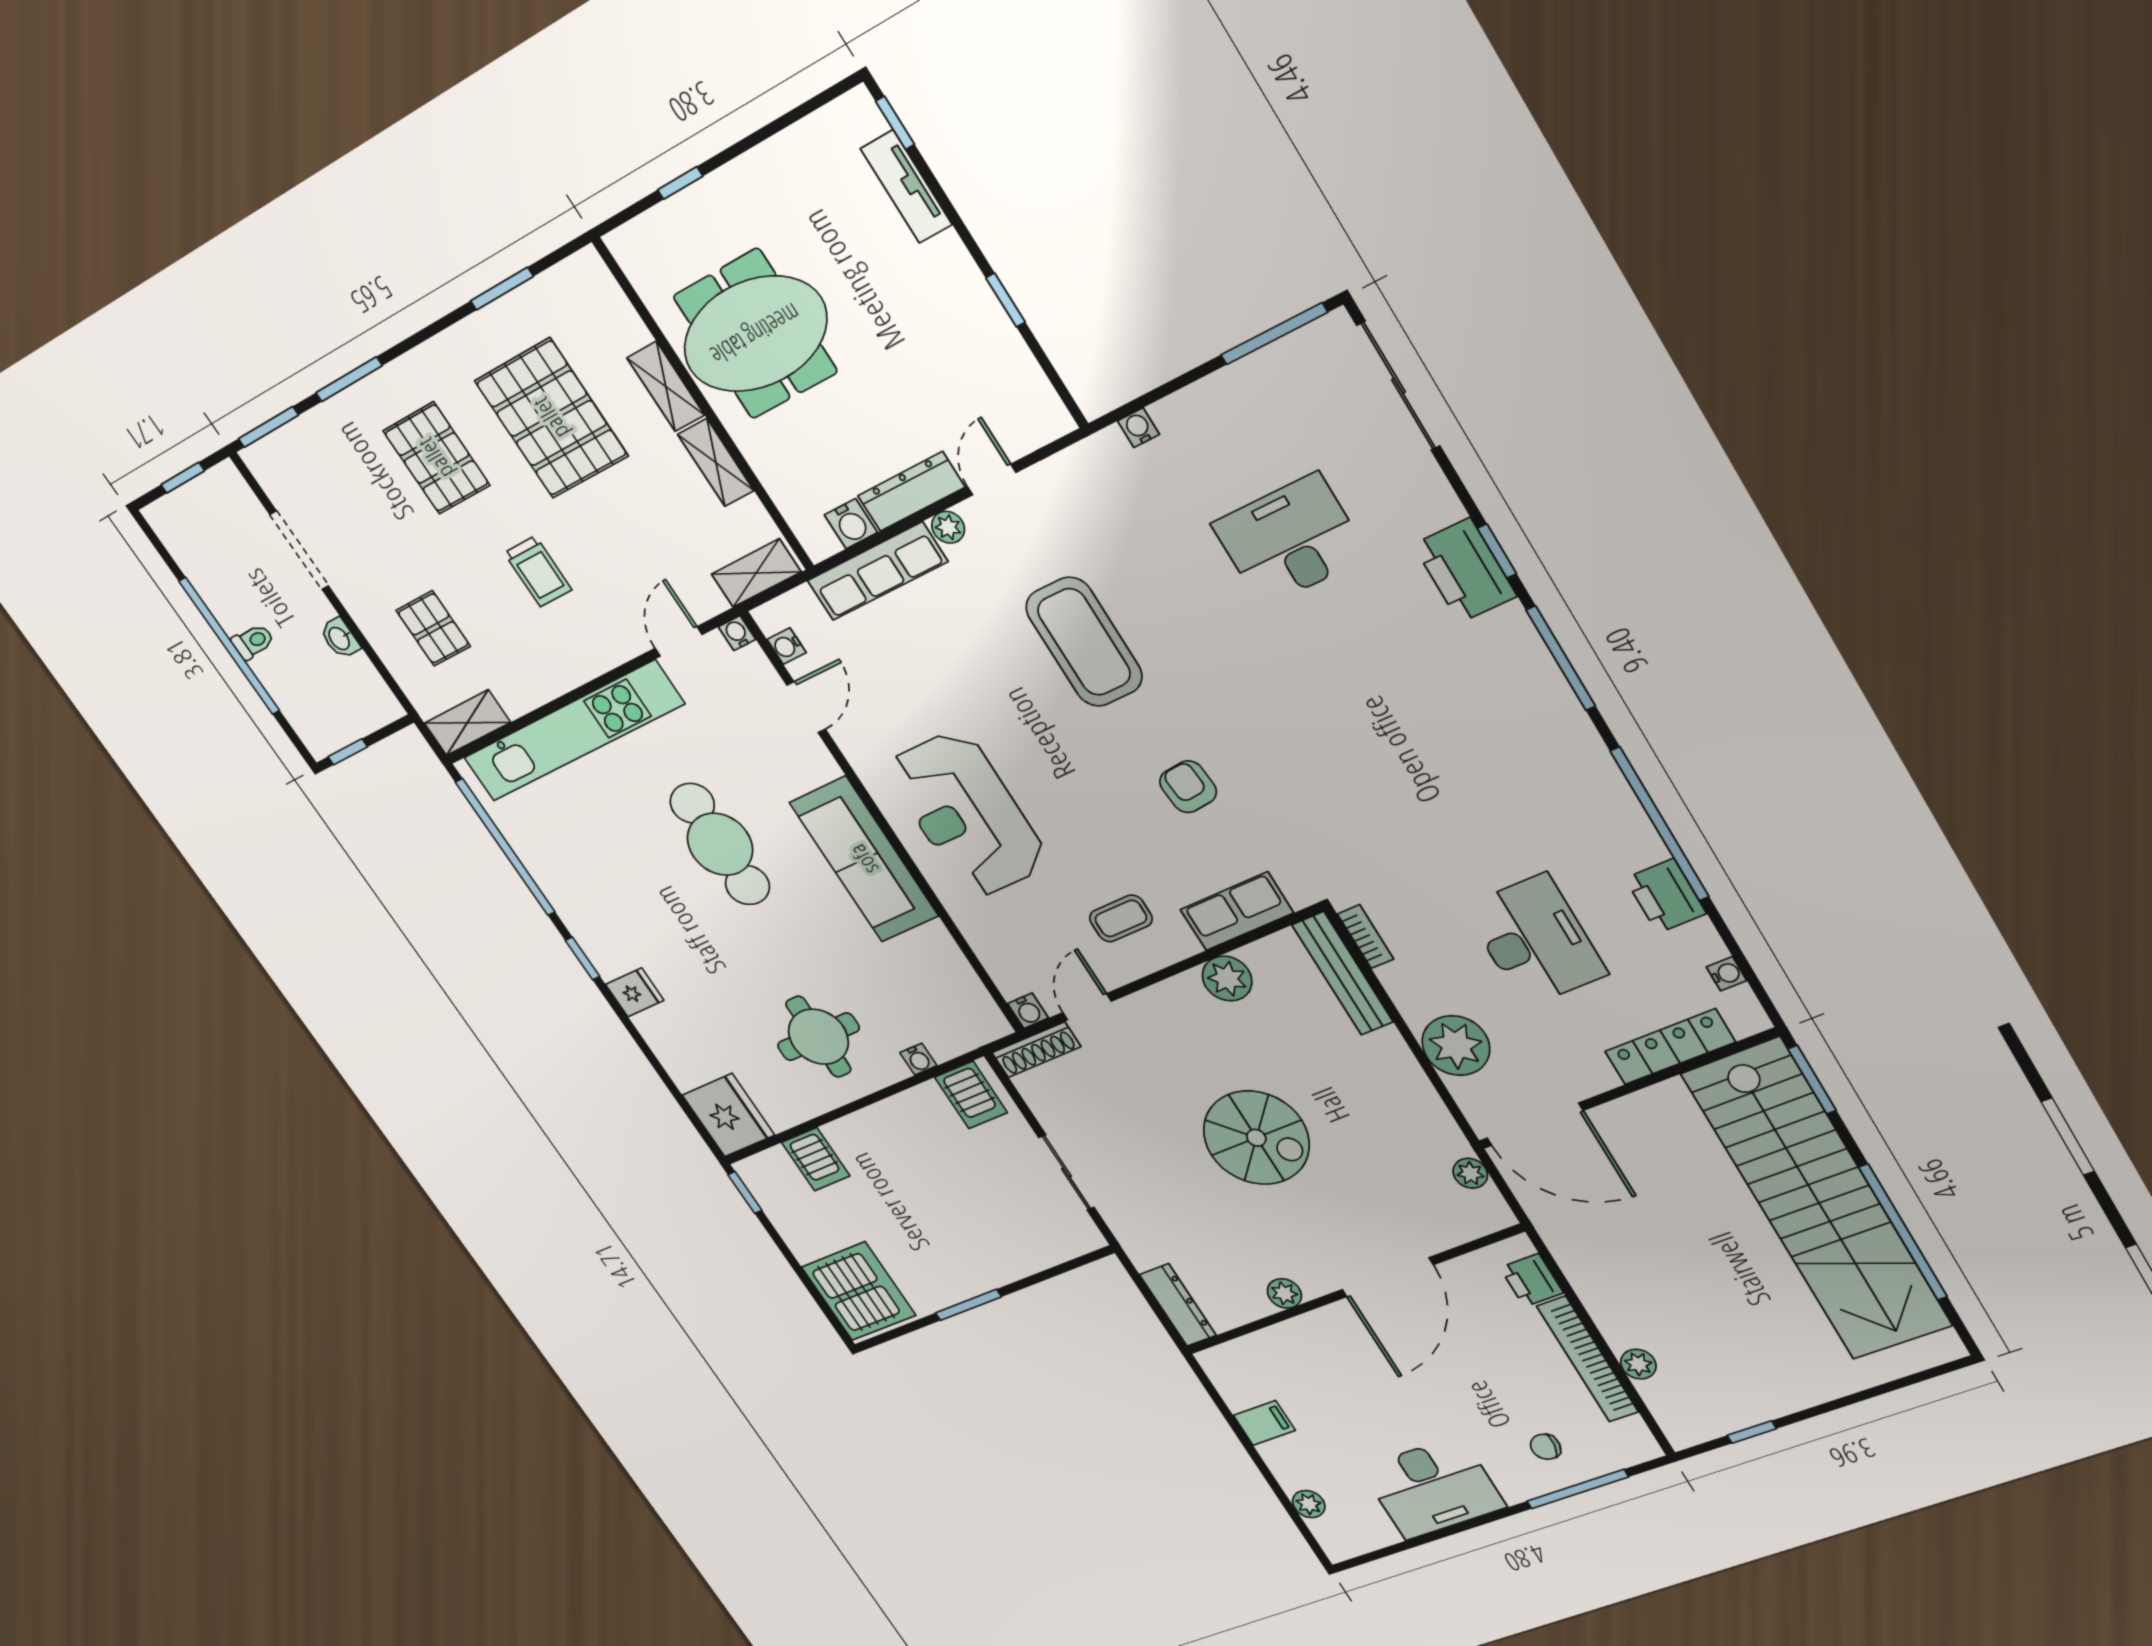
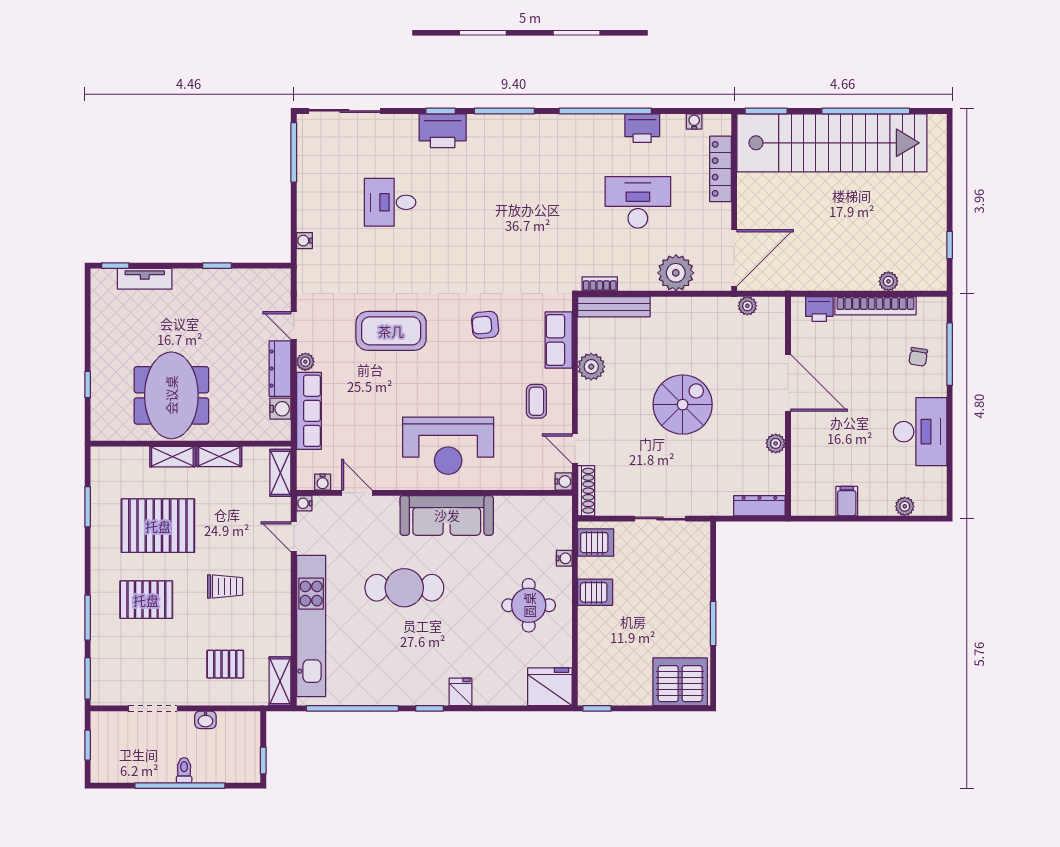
desk: (1290, 540) -> (390, 202), width x0.73
server rack: (816, 1159) -> (595, 592), moved

